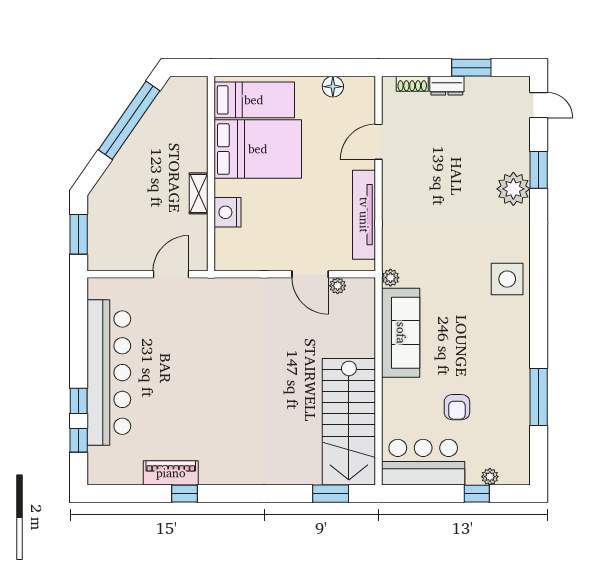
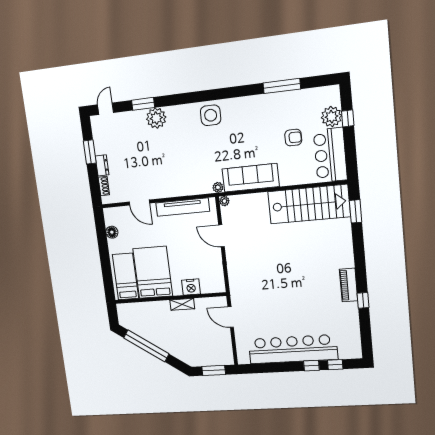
door: (310, 274) -> (221, 236), swing flipped
plant: (338, 286) -> (224, 201), moved
piano: (171, 473) -> (349, 285), moved
plant: (490, 477) -> (331, 117), width x1.87, depth x1.87

